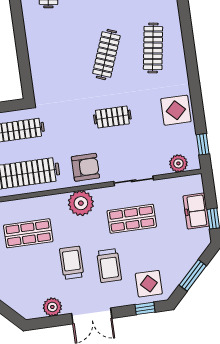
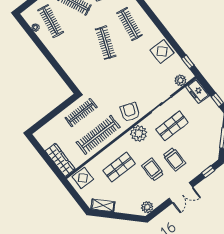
clothes rail: (112, 117) -> (129, 76), removed
armchair: (85, 167) -> (130, 112), turned -70
freezer: (196, 211) -> (198, 91), moved
display table: (149, 284) -> (202, 157), removed
plant: (52, 307) -> (147, 207), moved

